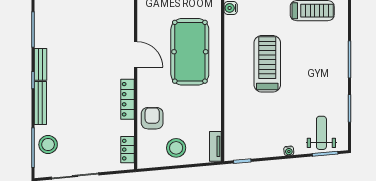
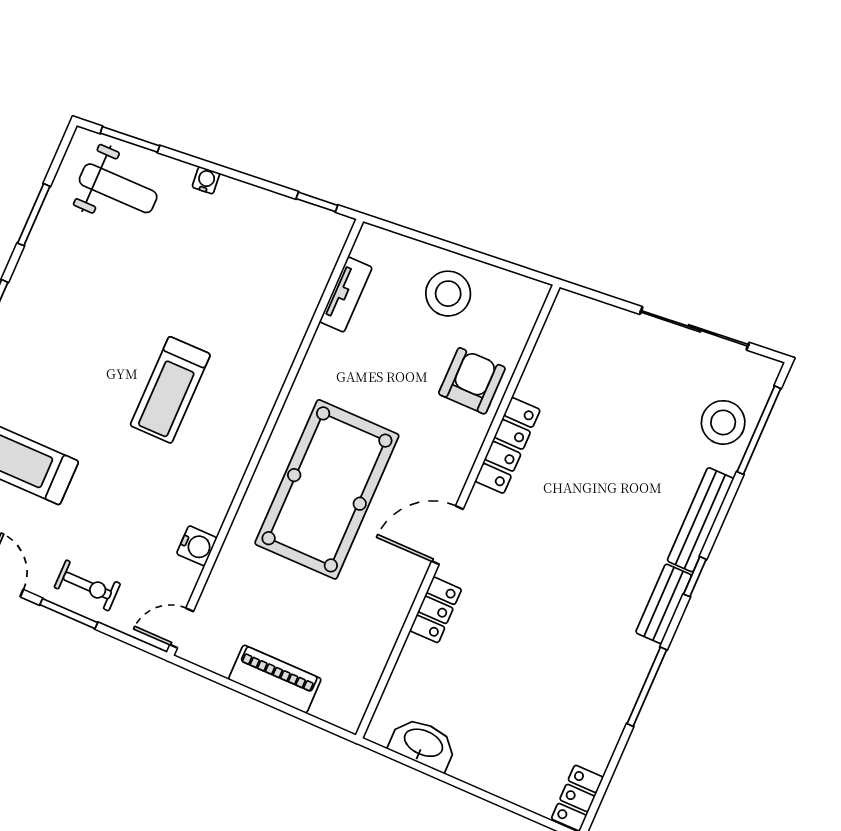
door: (136, 54) -> (447, 535), hinge flipped
treadmill: (267, 64) -> (170, 390), width x0.73, depth x0.73
armchair: (152, 118) -> (472, 381), turned 180
weight bench: (321, 133) -> (118, 188), turned -90
tv unit: (215, 146) -> (346, 294), moved
locker: (128, 150) -> (436, 610), moved

